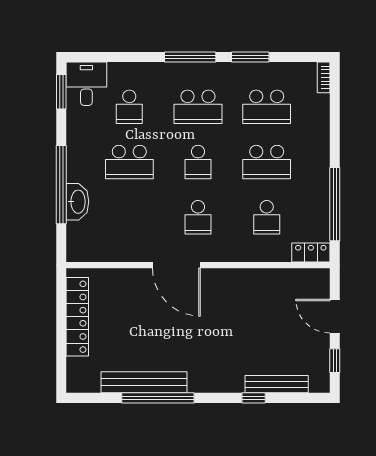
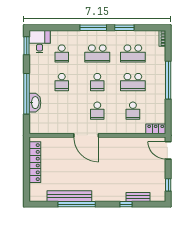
school desk: (129, 162) -> (62, 82), width x0.54
window: (335, 204) -> (168, 80), moved
door: (335, 316) -> (168, 150), moved
bench: (277, 384) -> (138, 197), width x0.73

